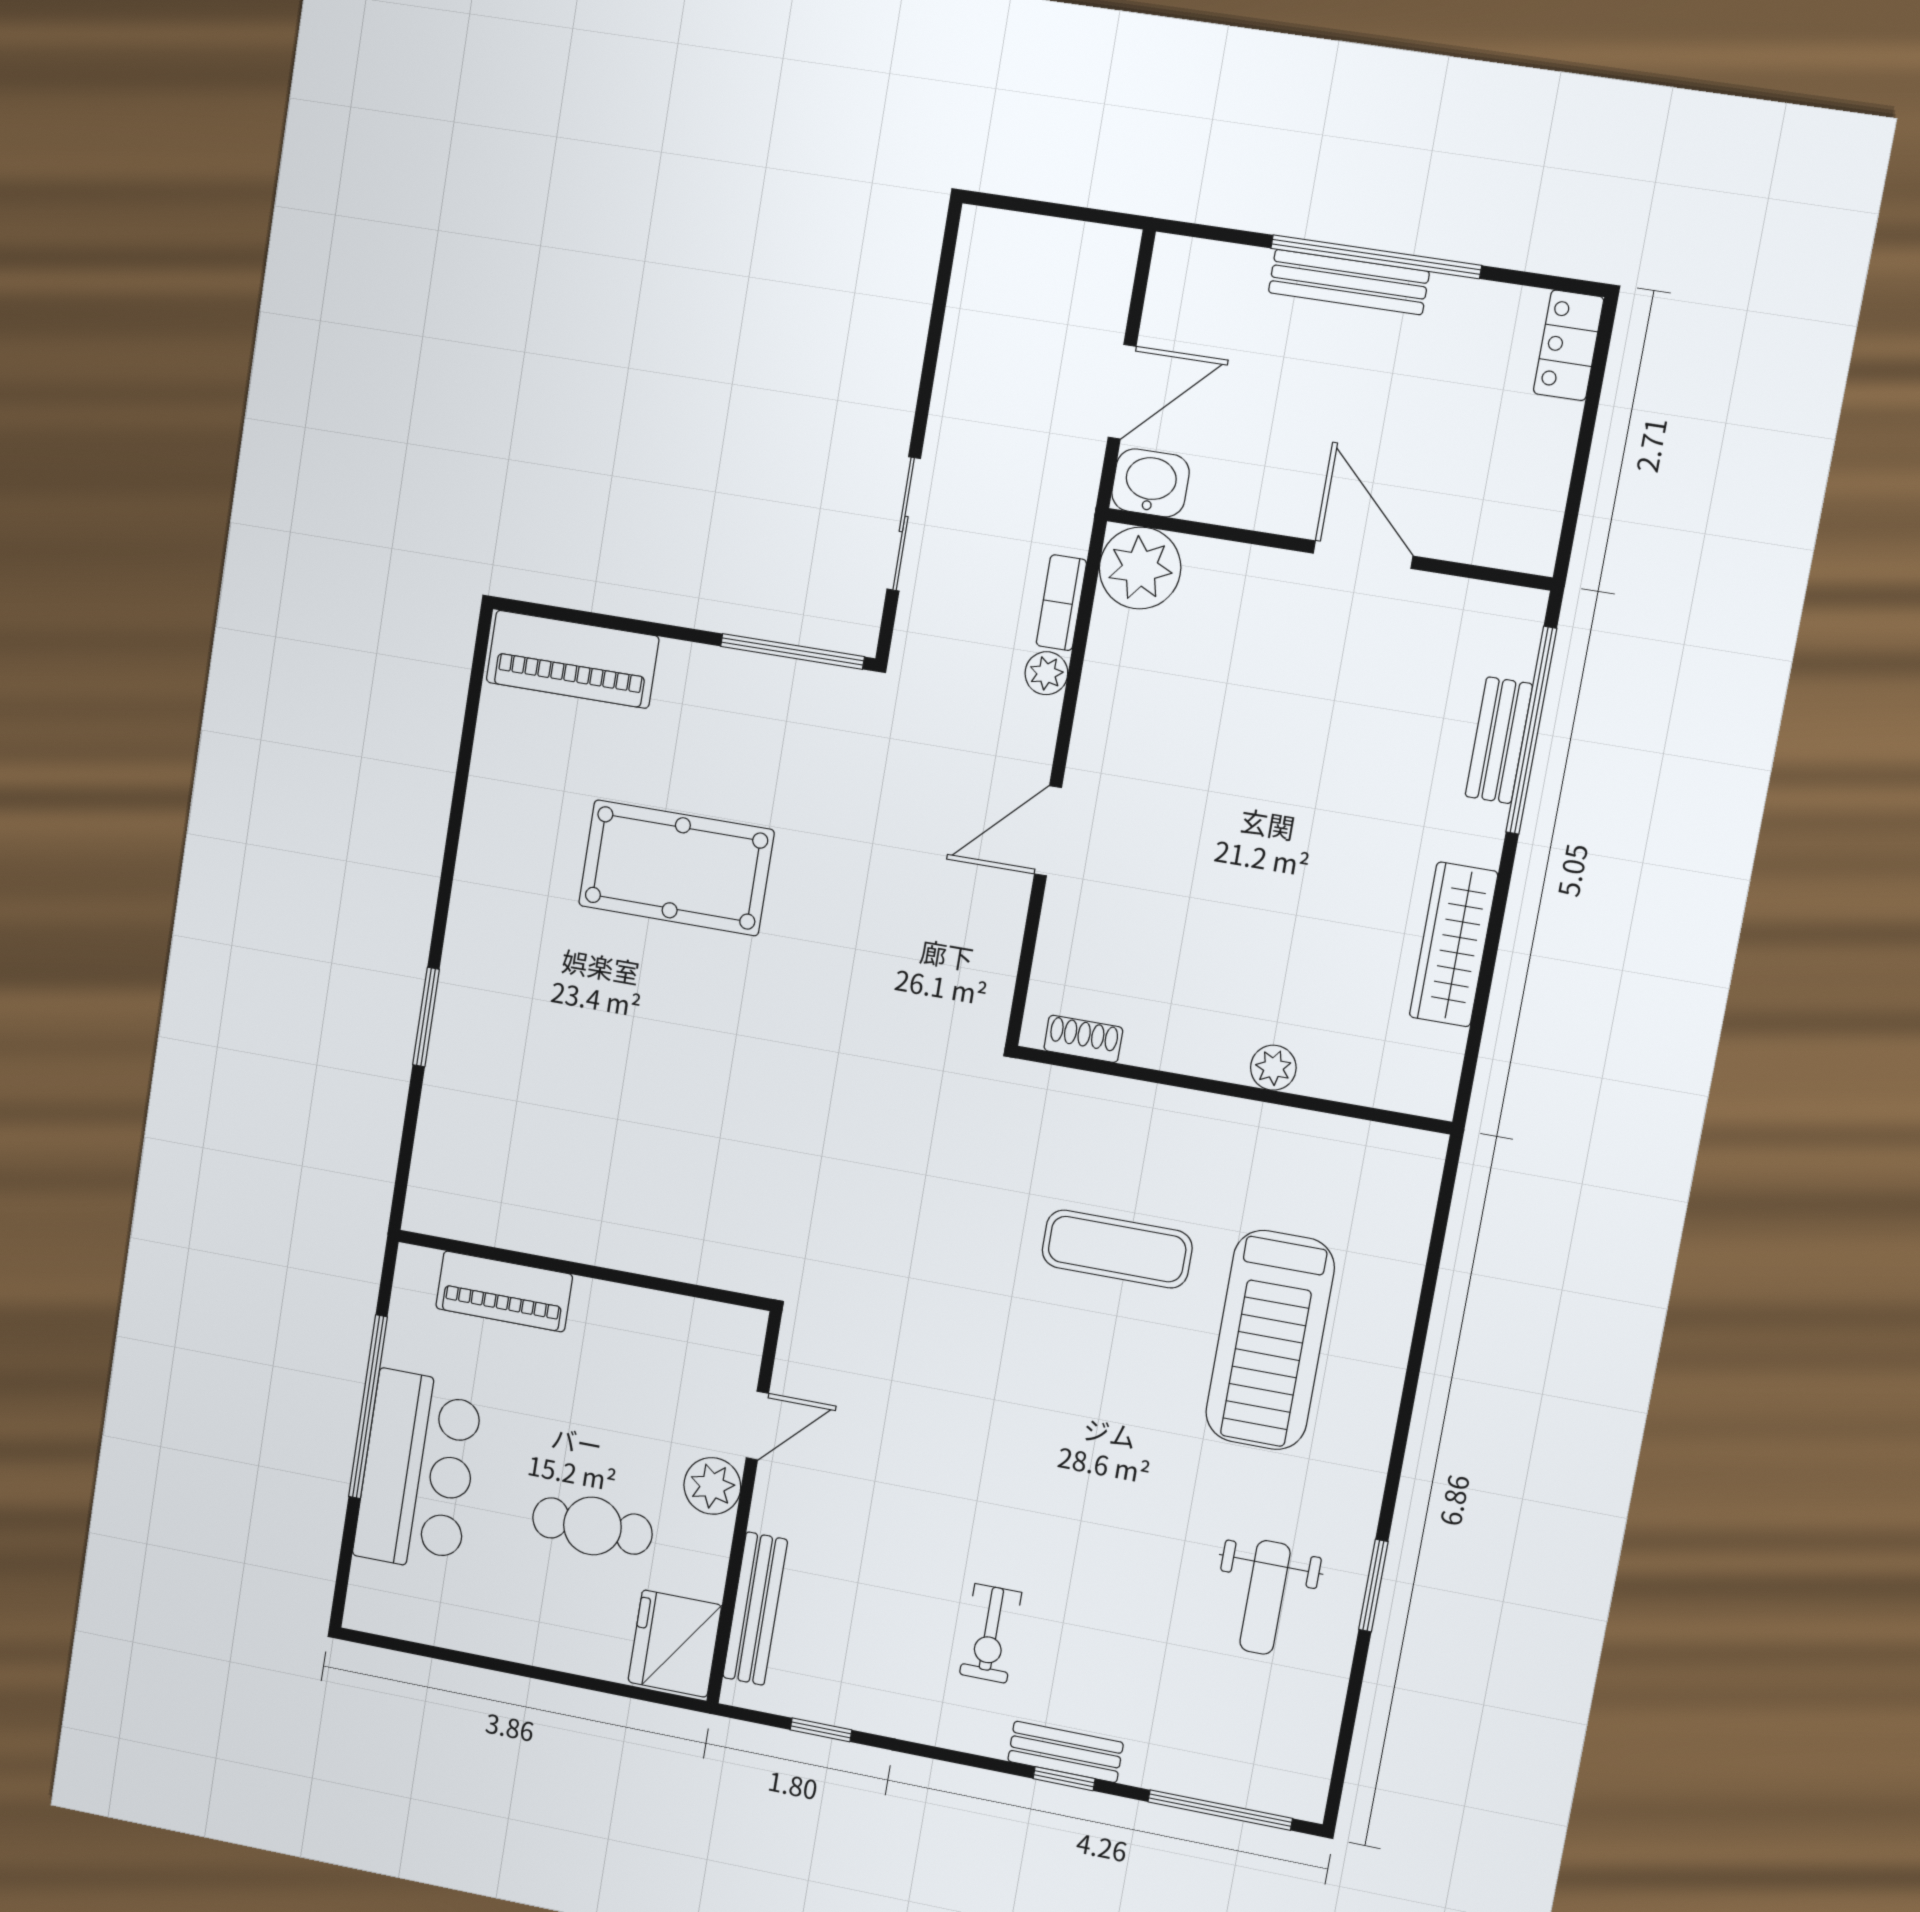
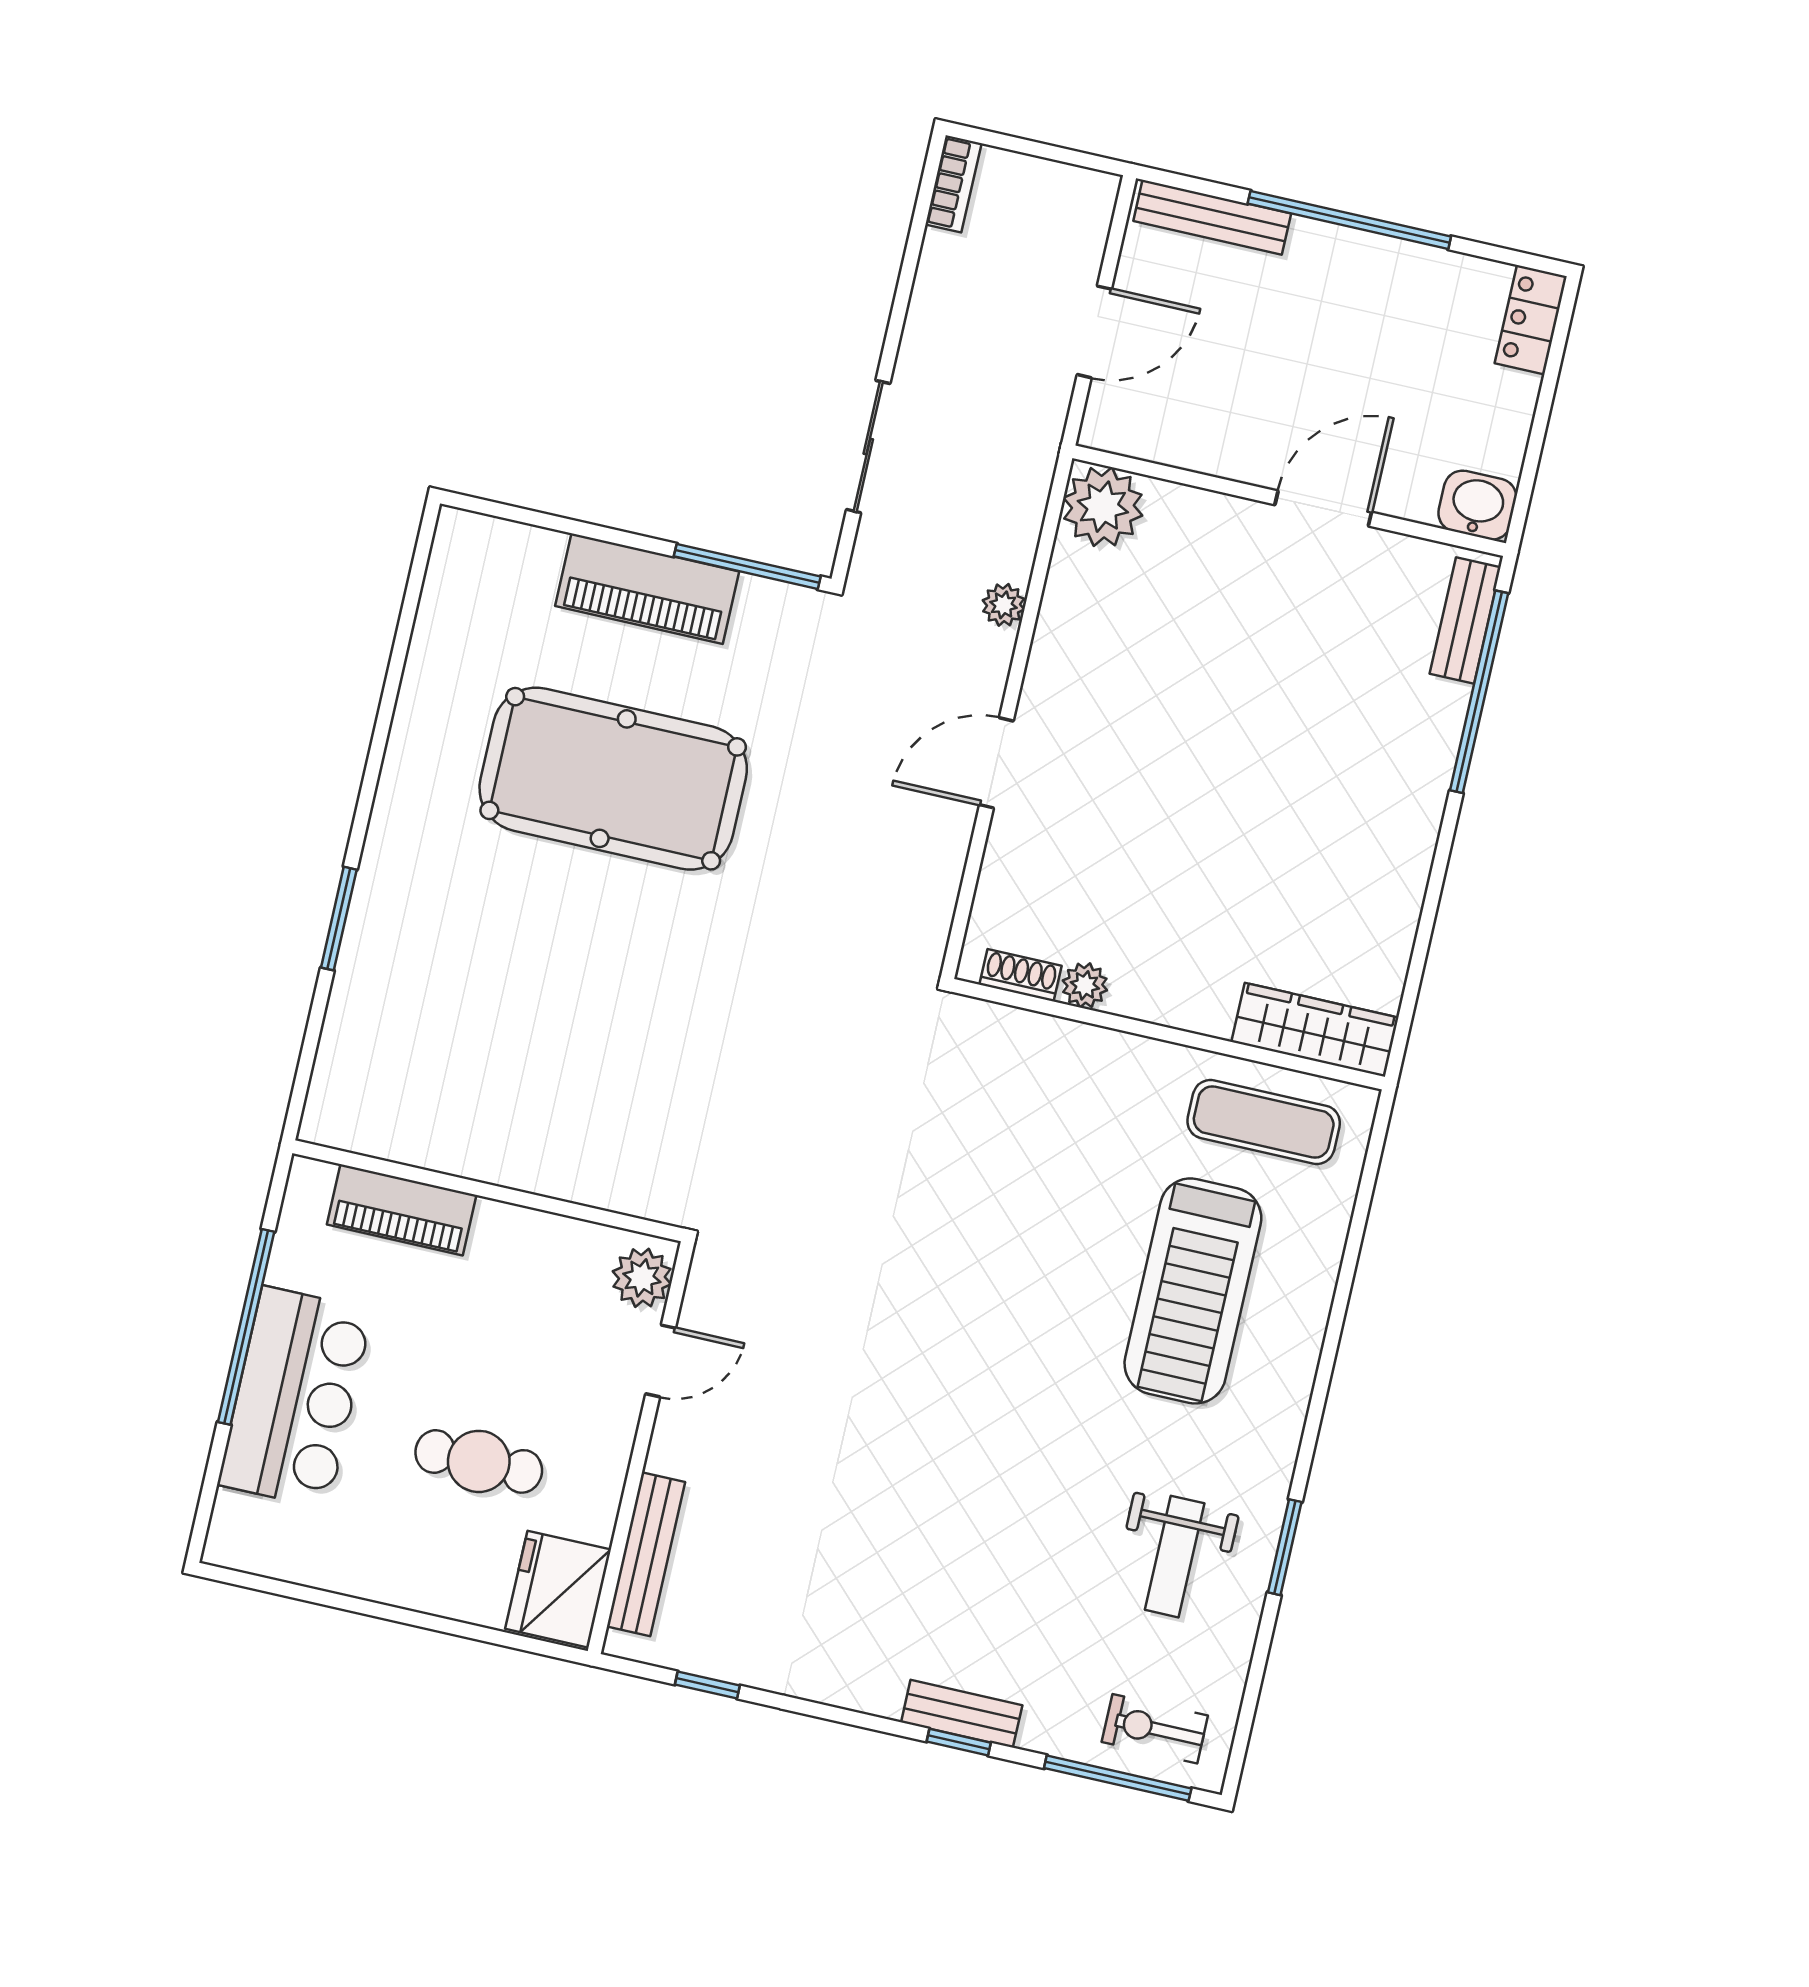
bench: (1349, 282) -> (1212, 217), moved
washbasin: (1150, 483) -> (1477, 505), moved
door: (1363, 555) -> (1323, 508), hinge flipped
bookcase: (1061, 603) -> (953, 184), moved, turned 180
piano: (572, 659) -> (647, 589), moved
bench: (1499, 740) -> (1465, 621), moved
pool table: (676, 868) -> (613, 779), width x1.36, depth x1.32
wardrobe: (1454, 944) -> (1315, 1030), moved, turned 90
plant: (1273, 1068) -> (1085, 985), moved
exercise mat: (1117, 1249) -> (1264, 1122), moved
plant: (712, 1486) -> (642, 1278), moved
exercise bike: (991, 1633) -> (1155, 1729), moved, turned 90

